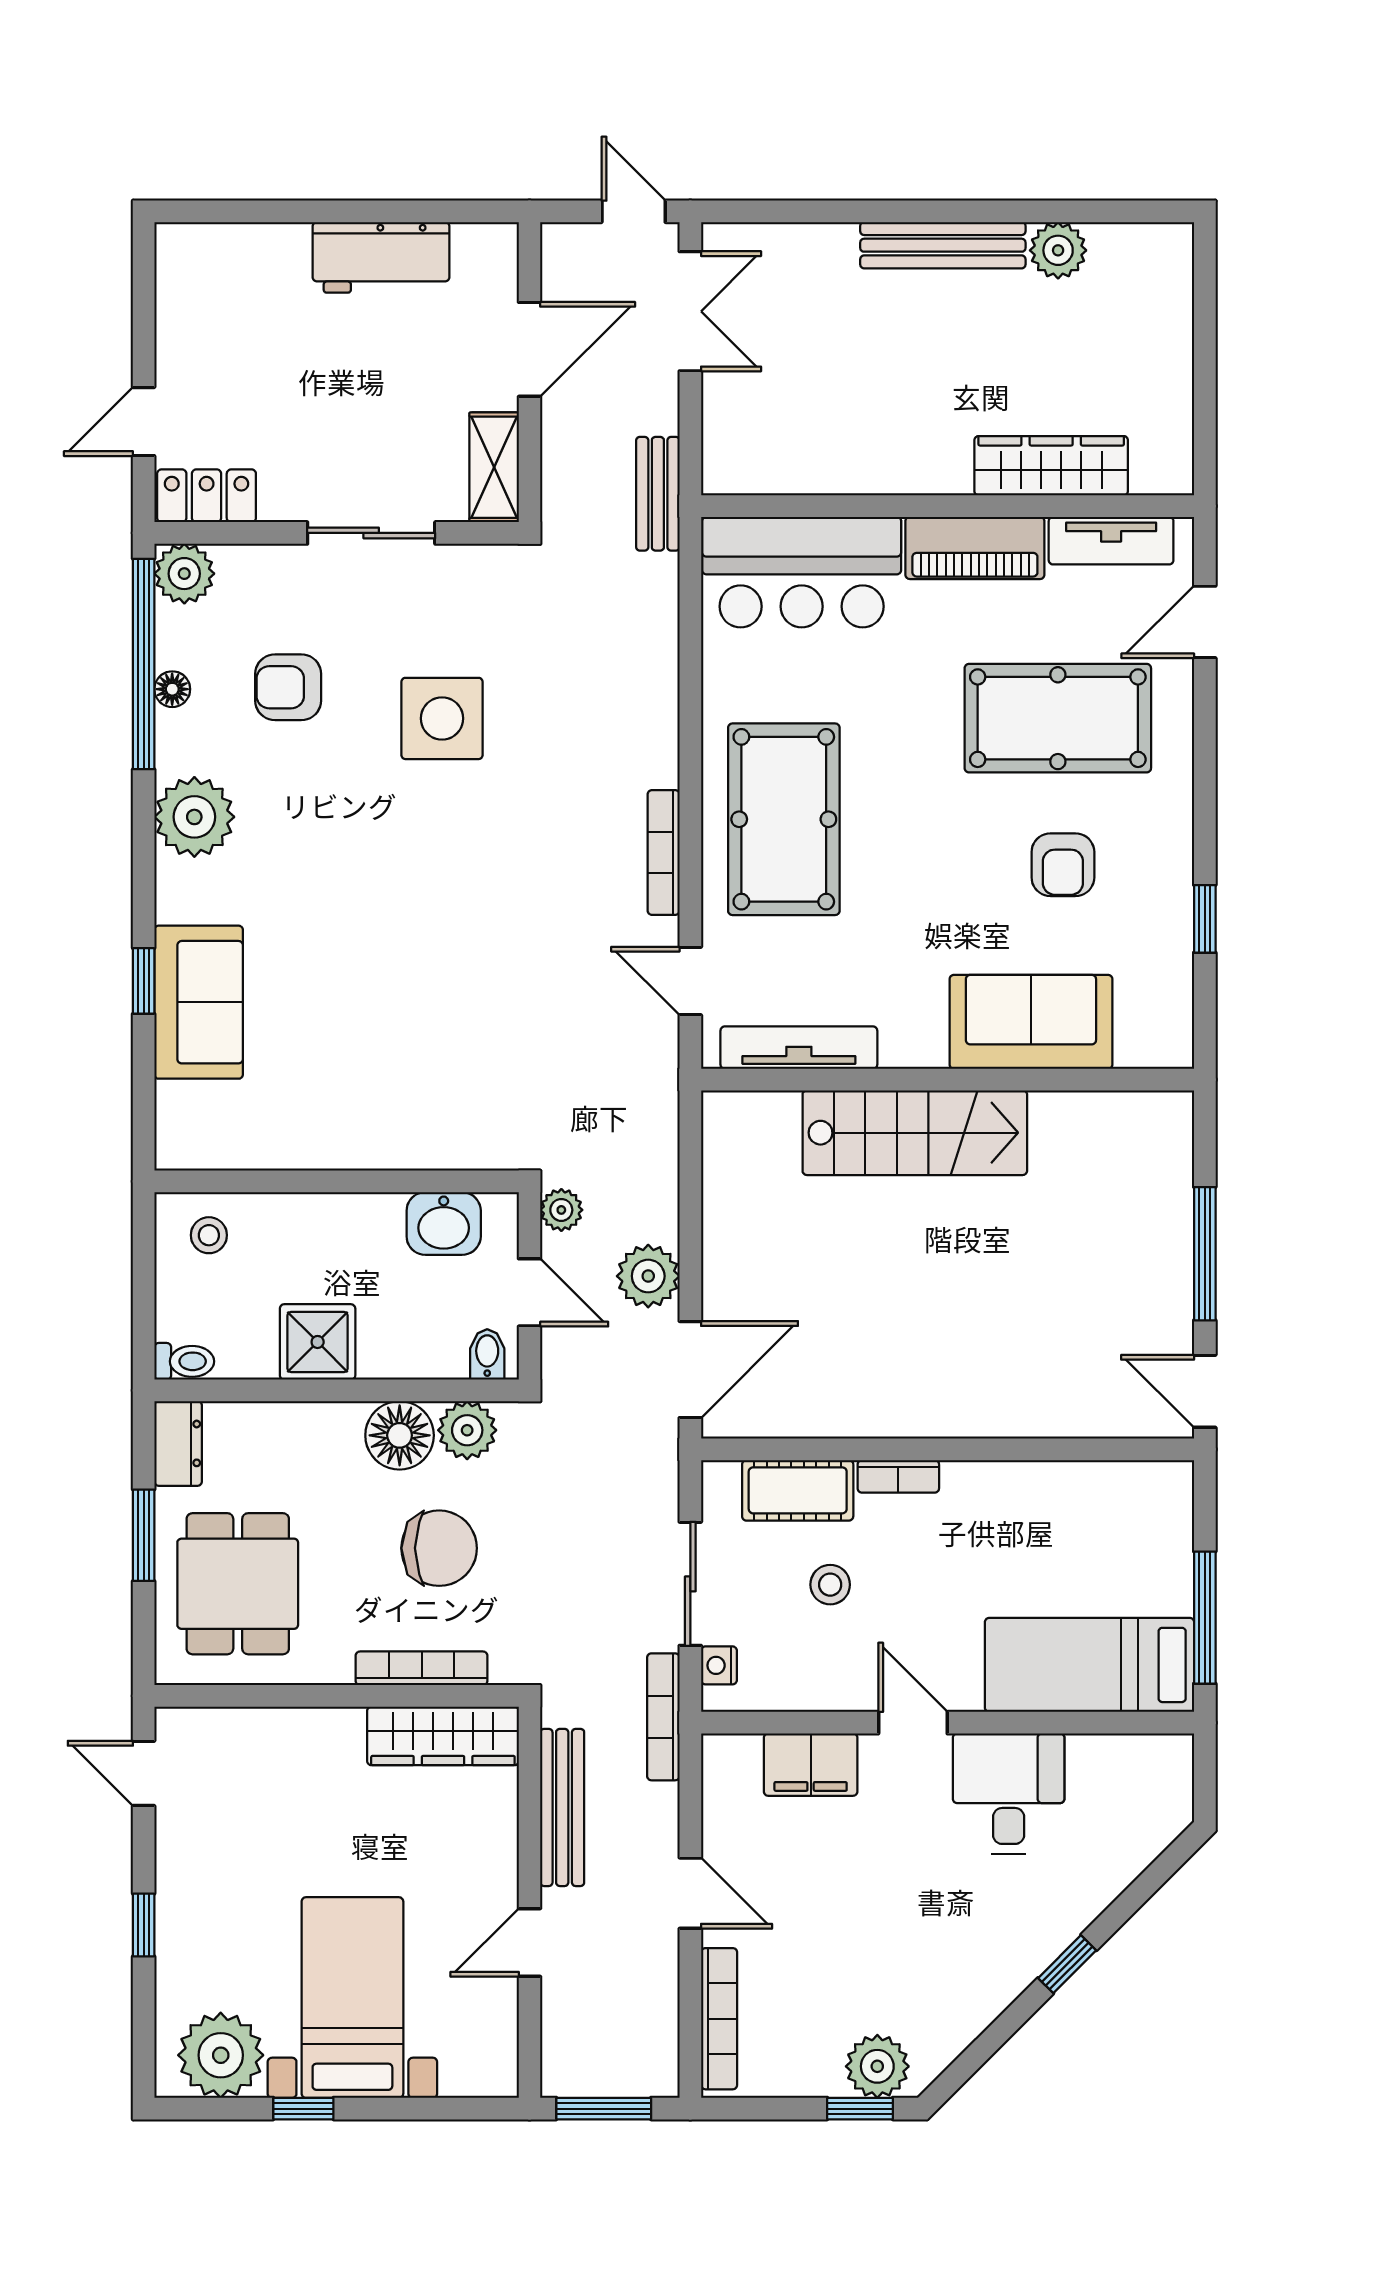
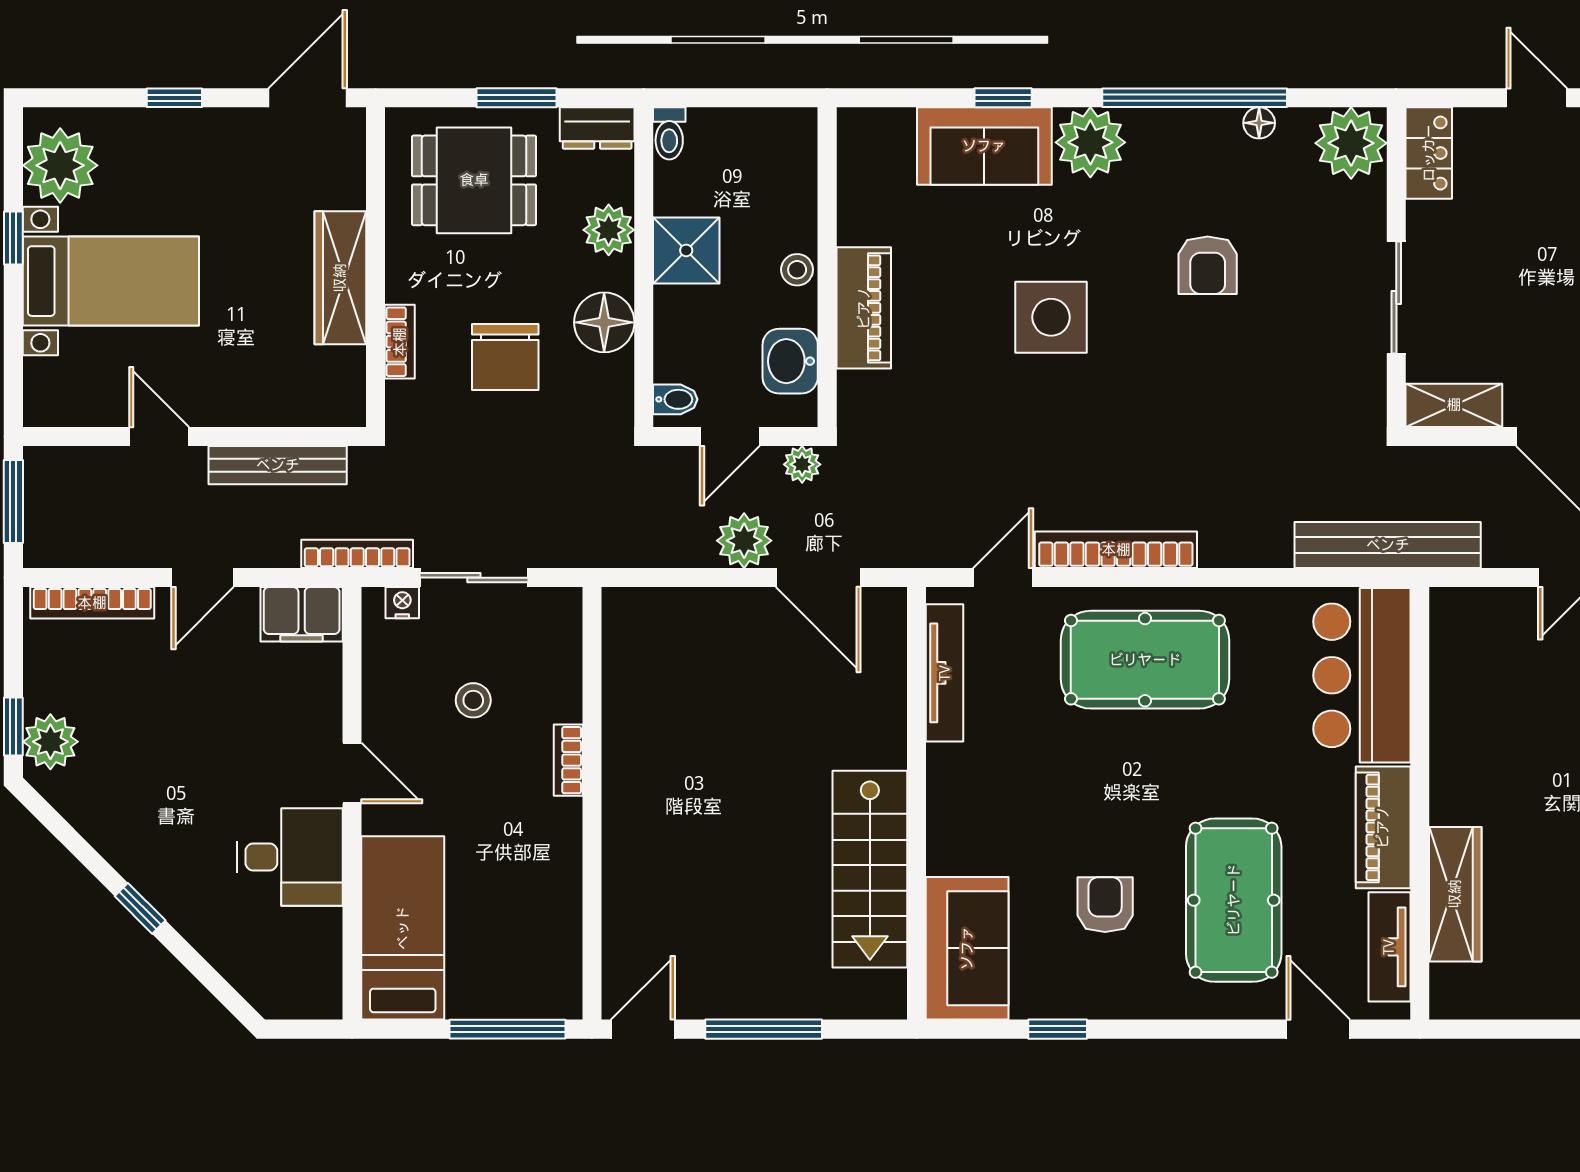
door: (144, 422) -> (1537, 98), moved
bench: (658, 494) -> (1388, 545), width x1.86, depth x1.21
plant: (184, 574) -> (1351, 143), width x1.36, depth x1.36
window: (144, 664) -> (1195, 98), moved
armchair: (288, 687) -> (1208, 265), moved, turned 180
side table: (442, 718) -> (1051, 317), moved
plant: (194, 817) -> (1090, 142), moved
bookcase: (664, 852) -> (1116, 550), width x1.48, depth x1.31
armchair: (1063, 865) -> (1105, 905), turned 90
sofa: (1031, 1022) -> (967, 948), moved
stairs: (915, 1133) -> (870, 869), moved
piano: (383, 1140) -> (864, 308), added
stool: (209, 1235) -> (797, 270), moved
door: (690, 1370) -> (818, 578), moved
plant: (467, 1430) -> (609, 230), moved
cot: (798, 1490) -> (556, 672), removed
window: (1205, 1618) -> (507, 1029), moved
bookcase: (422, 1668) -> (400, 342), width x0.64
door: (913, 1723) -> (352, 773), hinge flipped
wardrobe: (443, 1736) -> (340, 278), moved
filing cabinet: (811, 1765) -> (302, 614), moved, turned -90
door: (144, 1773) -> (308, 98), width x1.38

